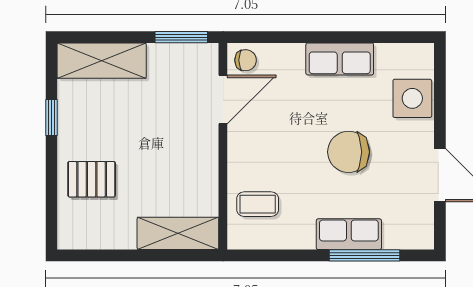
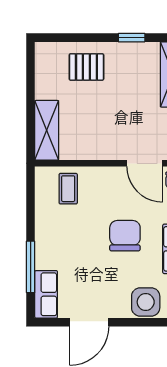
chair: (349, 152) -> (125, 236), moved
pallet: (92, 179) -> (86, 67), turned 90
row of seats: (349, 234) -> (46, 294), moved

